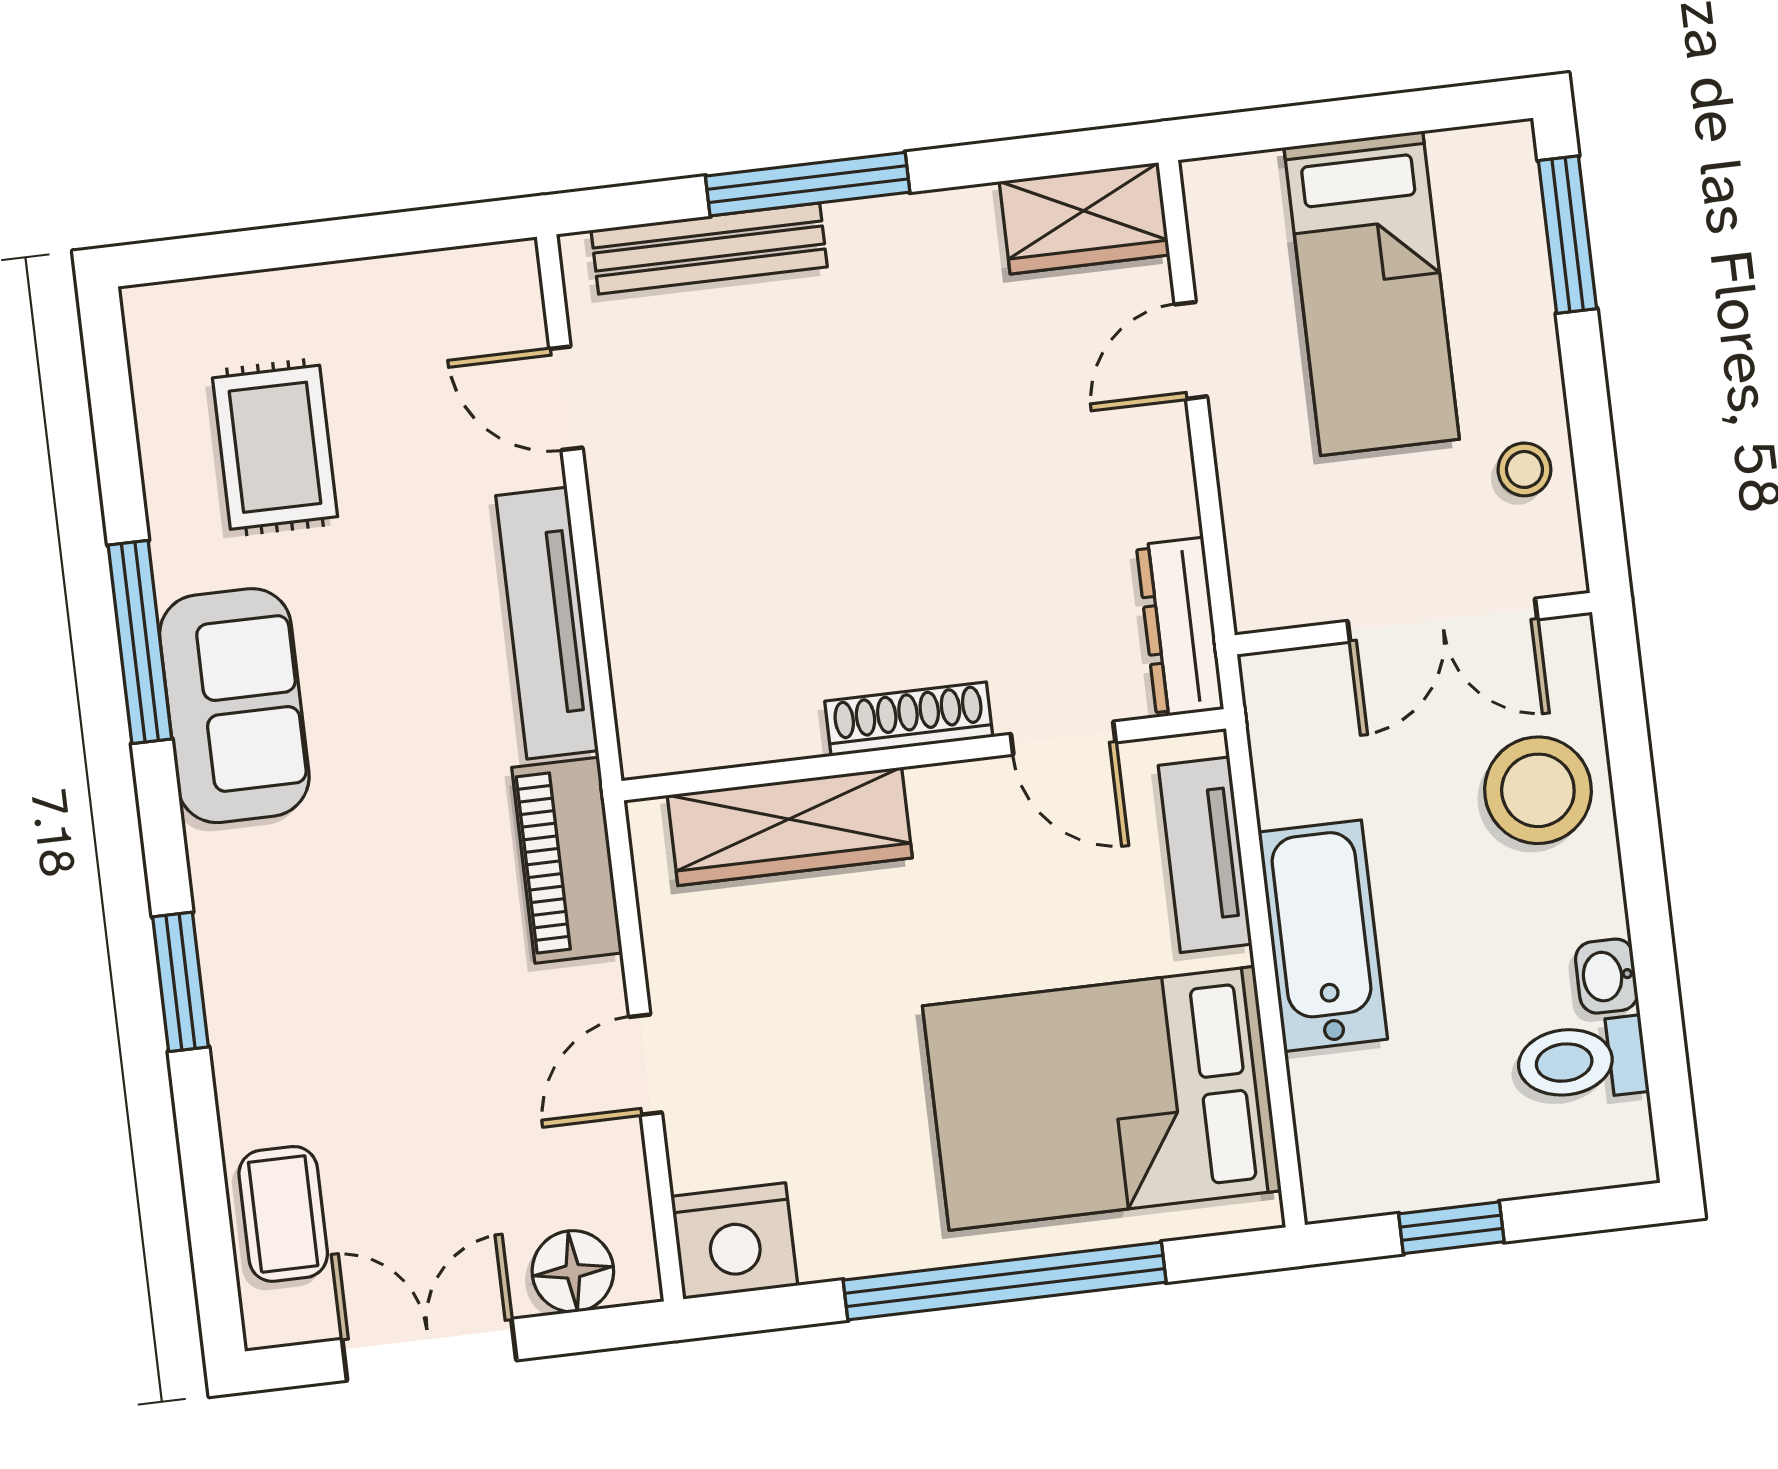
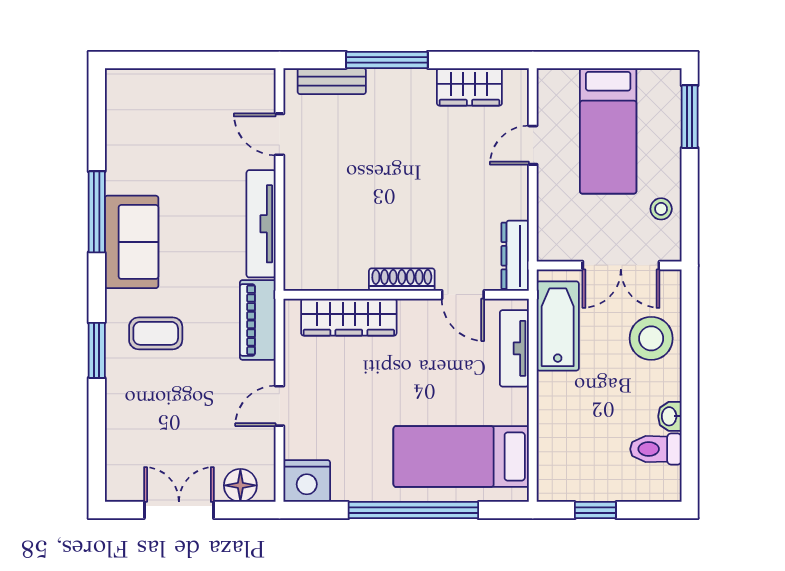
wardrobe: (1084, 218) -> (469, 87), moved
bench: (709, 249) -> (332, 81), width x0.73
rug: (275, 447) -> (160, 140), removed
bathtub: (1323, 936) -> (558, 326), moved
bed: (1102, 1098) -> (461, 456), width x0.67
coffee table: (283, 1214) -> (156, 333), moved, turned 90

